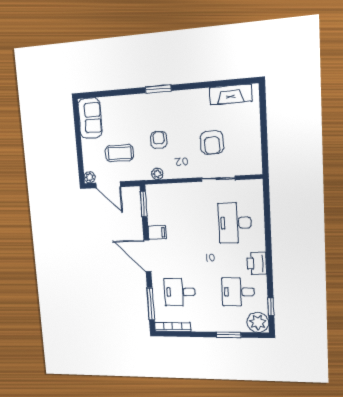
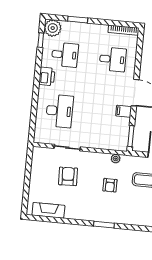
window: (151, 304) -> (139, 52), removed

